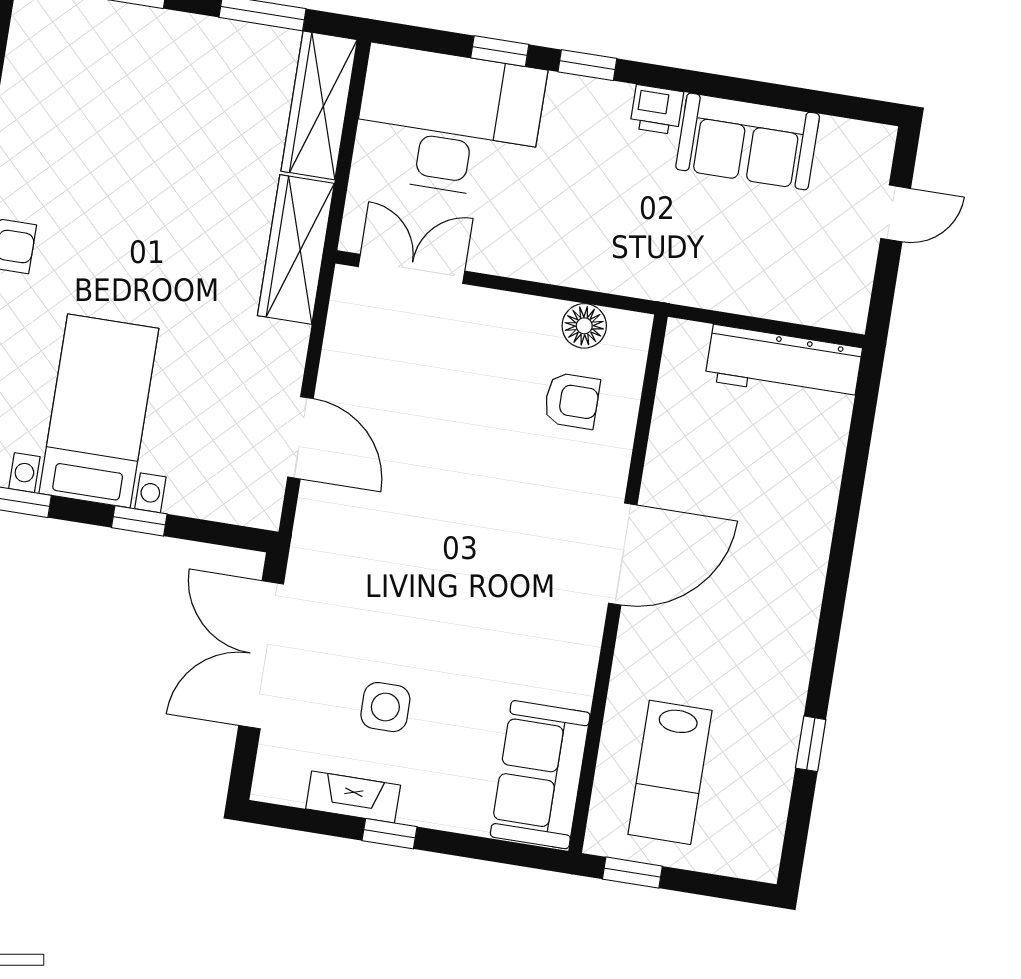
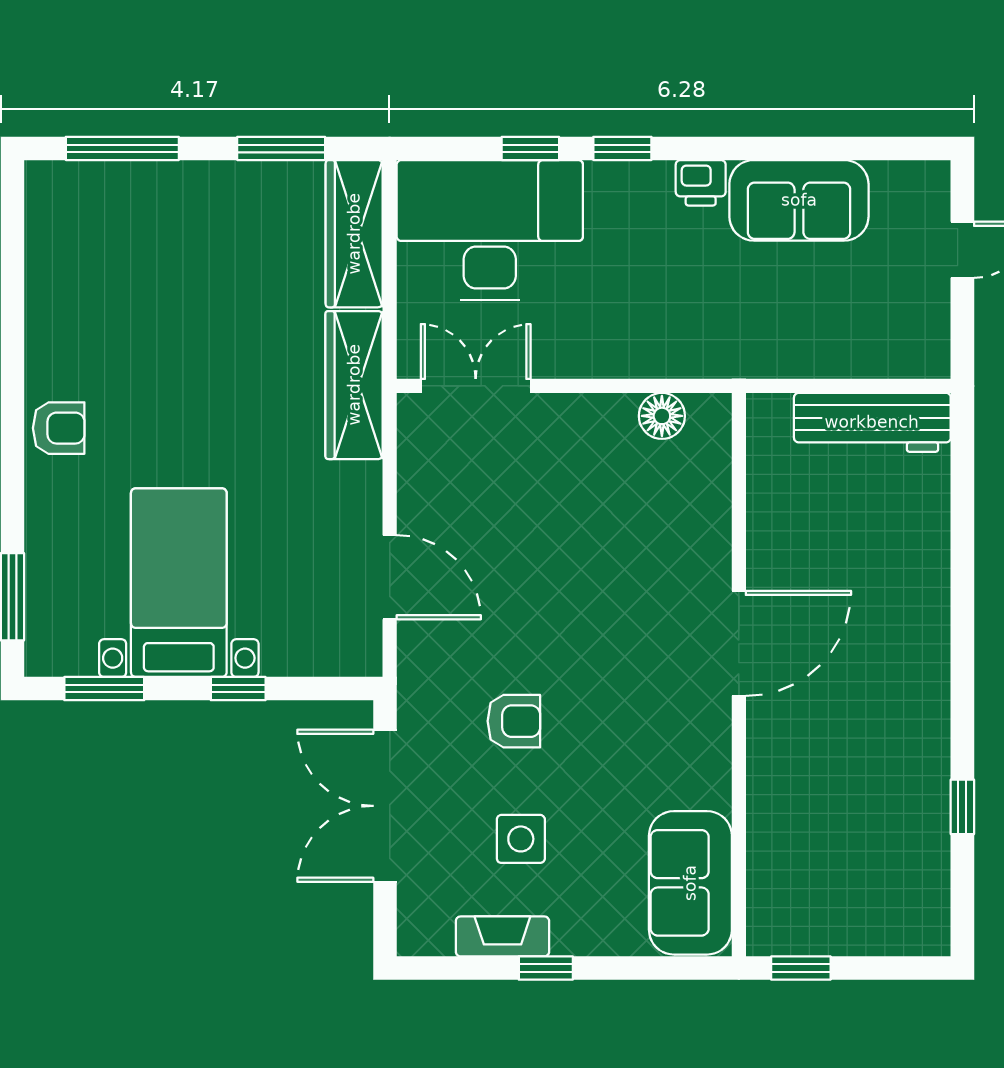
armchair: (572, 401) -> (514, 721), moved
lab bench: (670, 772) -> (823, 859), removed

